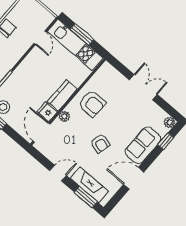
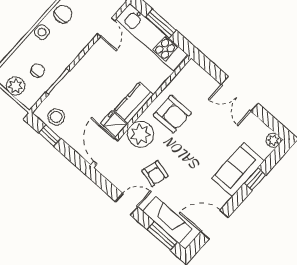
double door: (143, 87) -> (240, 94), swing flipped
plant: (64, 116) -> (140, 134), width x1.88, depth x1.88
window: (166, 141) -> (255, 179), moved
armchair: (100, 143) -> (155, 173), moved
door: (134, 178) -> (214, 225), moved

